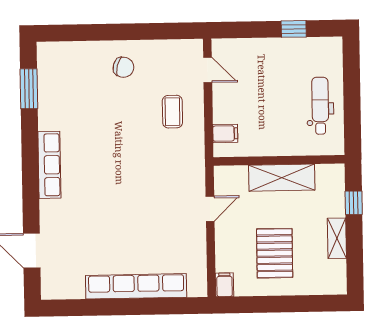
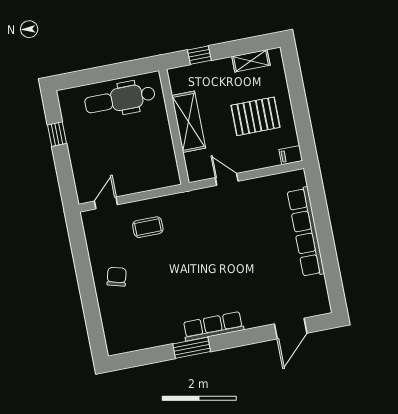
window: (29, 89) -> (192, 348), moved
dental chair: (320, 106) -> (120, 99), width x1.36, depth x1.38
filing cabinet: (225, 133) -> (159, 178), removed
shelving: (337, 238) -> (251, 61), moved

